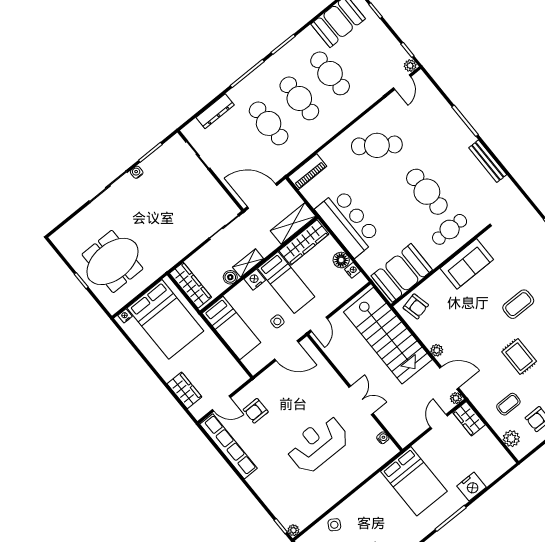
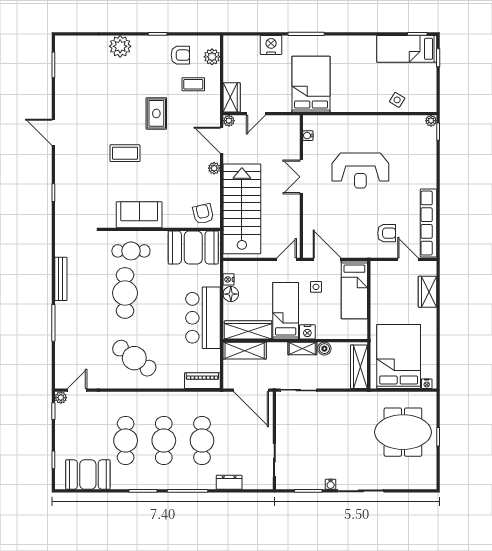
dresser: (215, 111) -> (229, 482), width x0.70
bed: (231, 328) -> (354, 290), moved, turned 180

